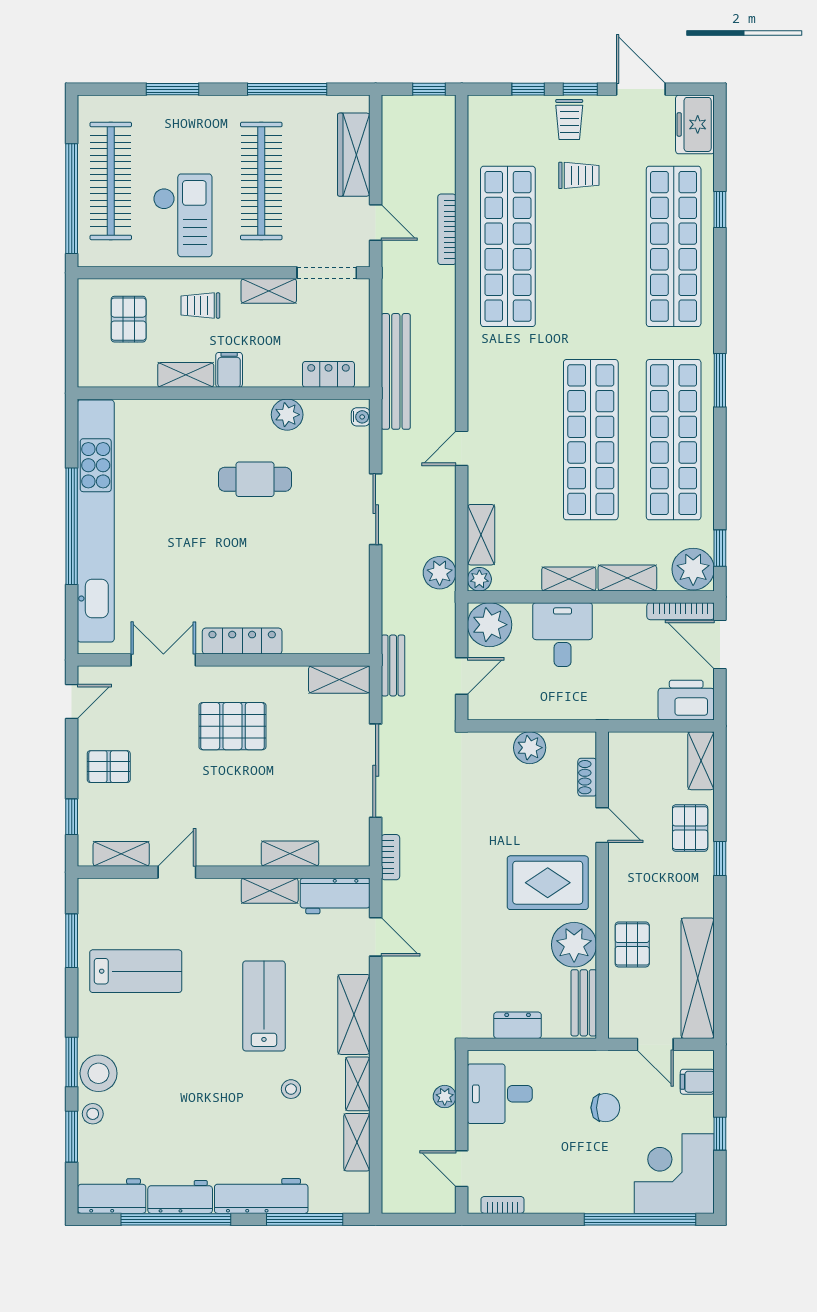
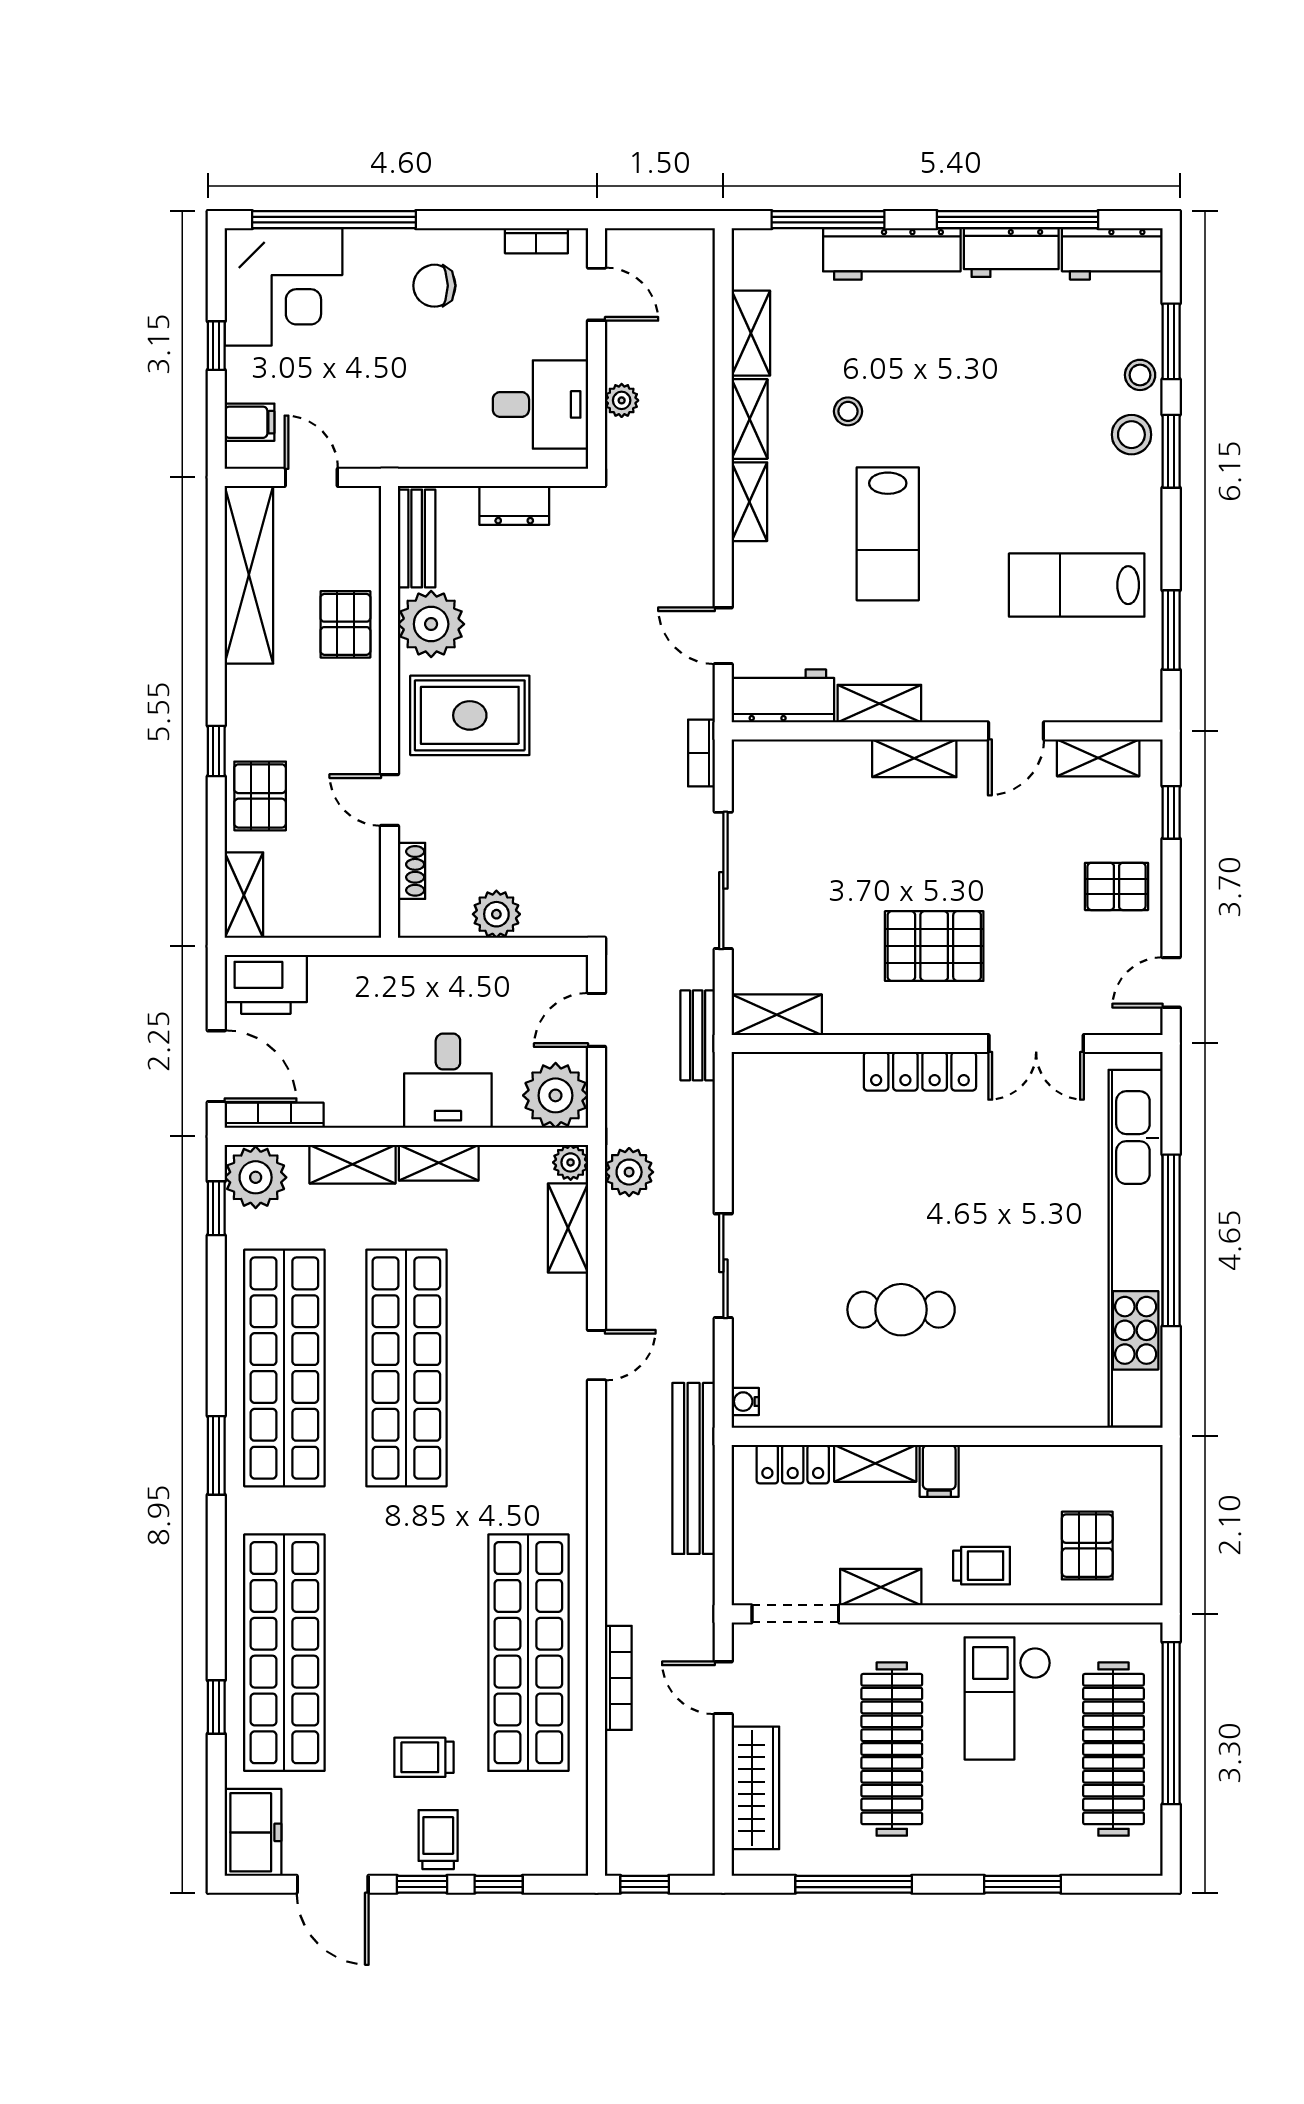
shelving: (186, 375) -> (875, 1463), moved
plant: (287, 415) -> (854, 1405), removed
shelving: (290, 854) -> (914, 758), moved
shelving: (354, 1014) -> (749, 502), width x0.67, depth x0.75
stool: (99, 1073) -> (1131, 435), width x0.73, depth x0.73
chair: (605, 1108) -> (434, 286), moved

